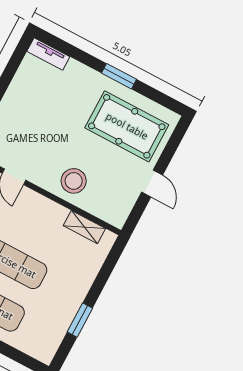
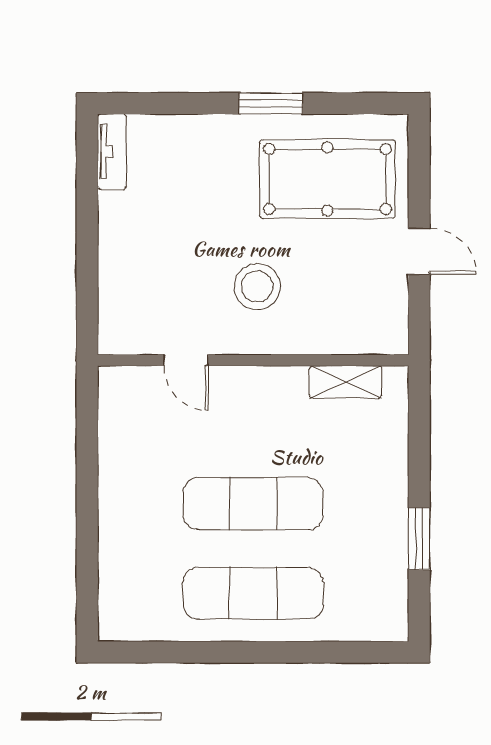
tv unit: (48, 54) -> (112, 152), moved, turned -90
stool: (74, 181) -> (257, 287), moved

